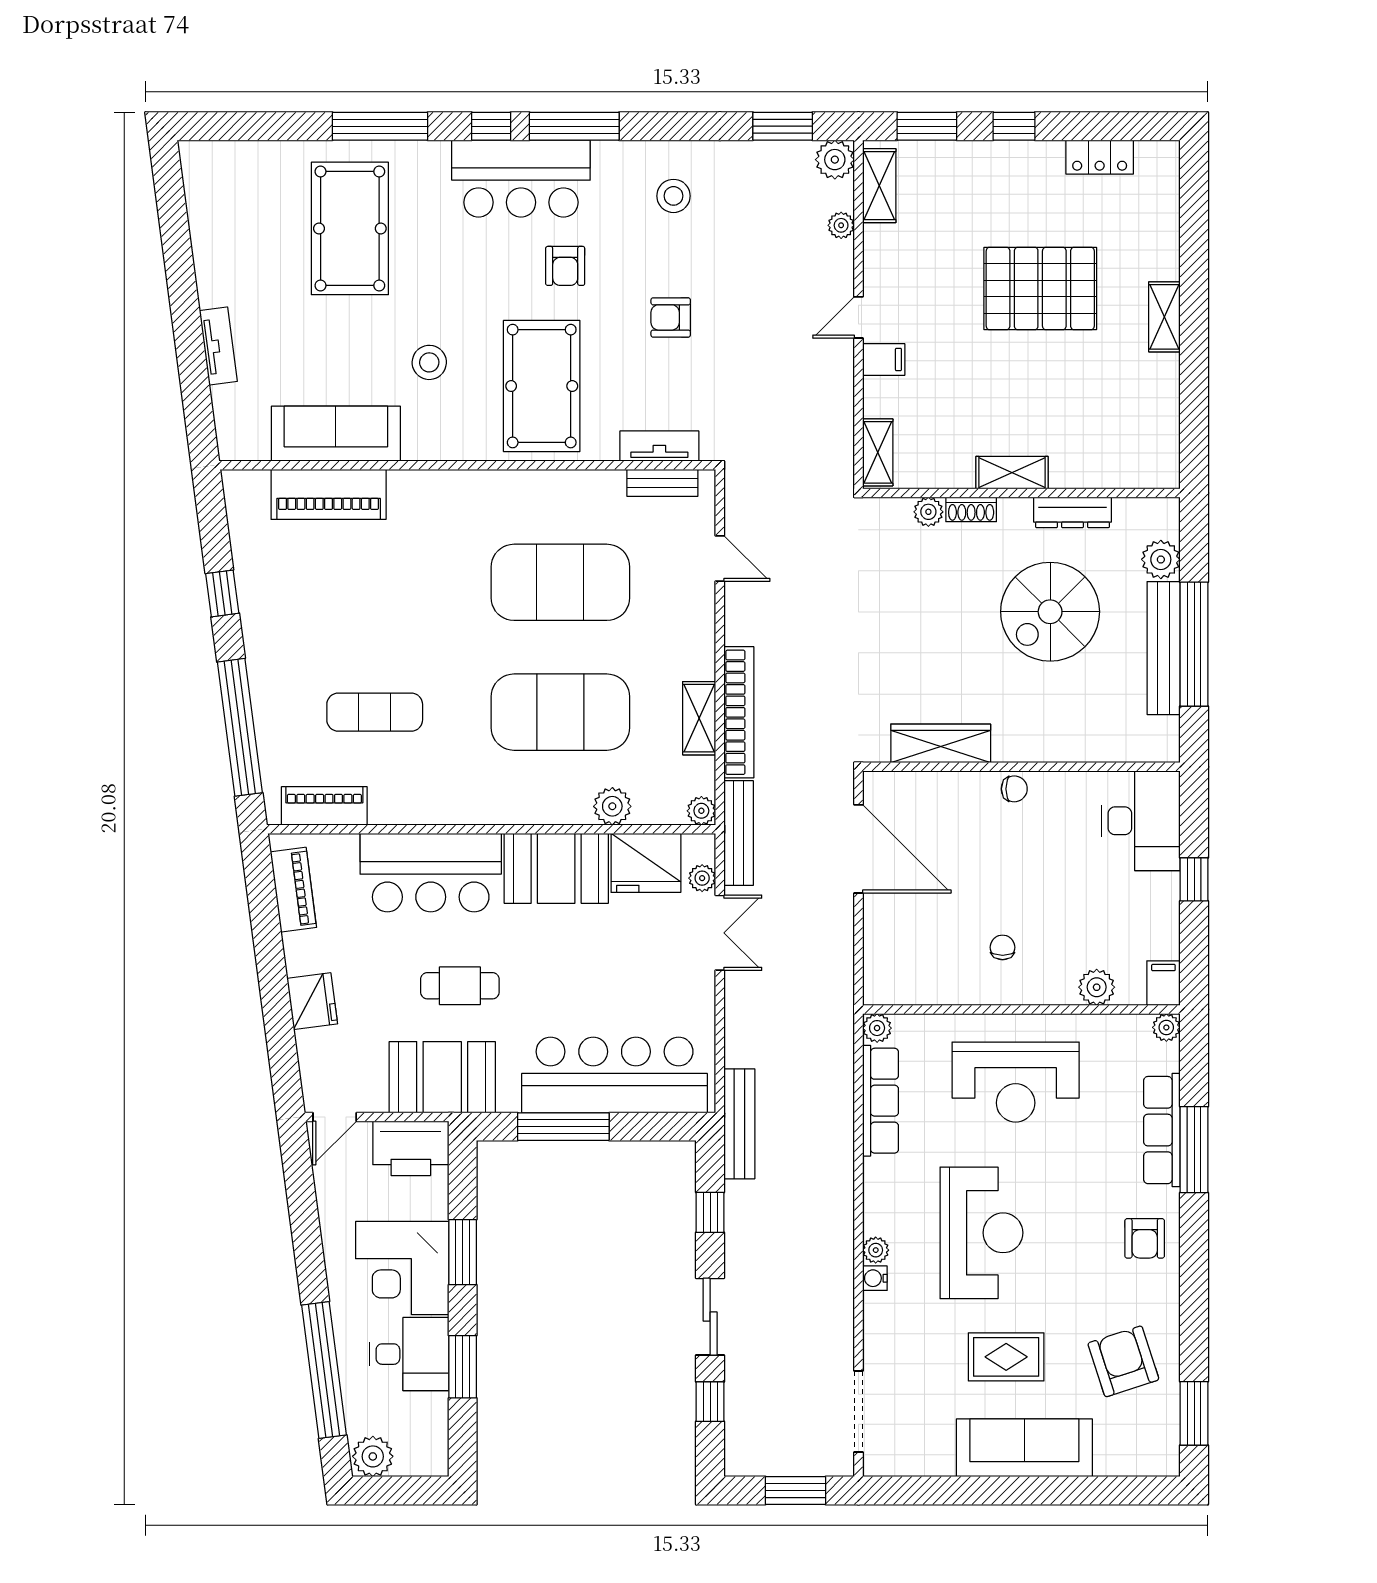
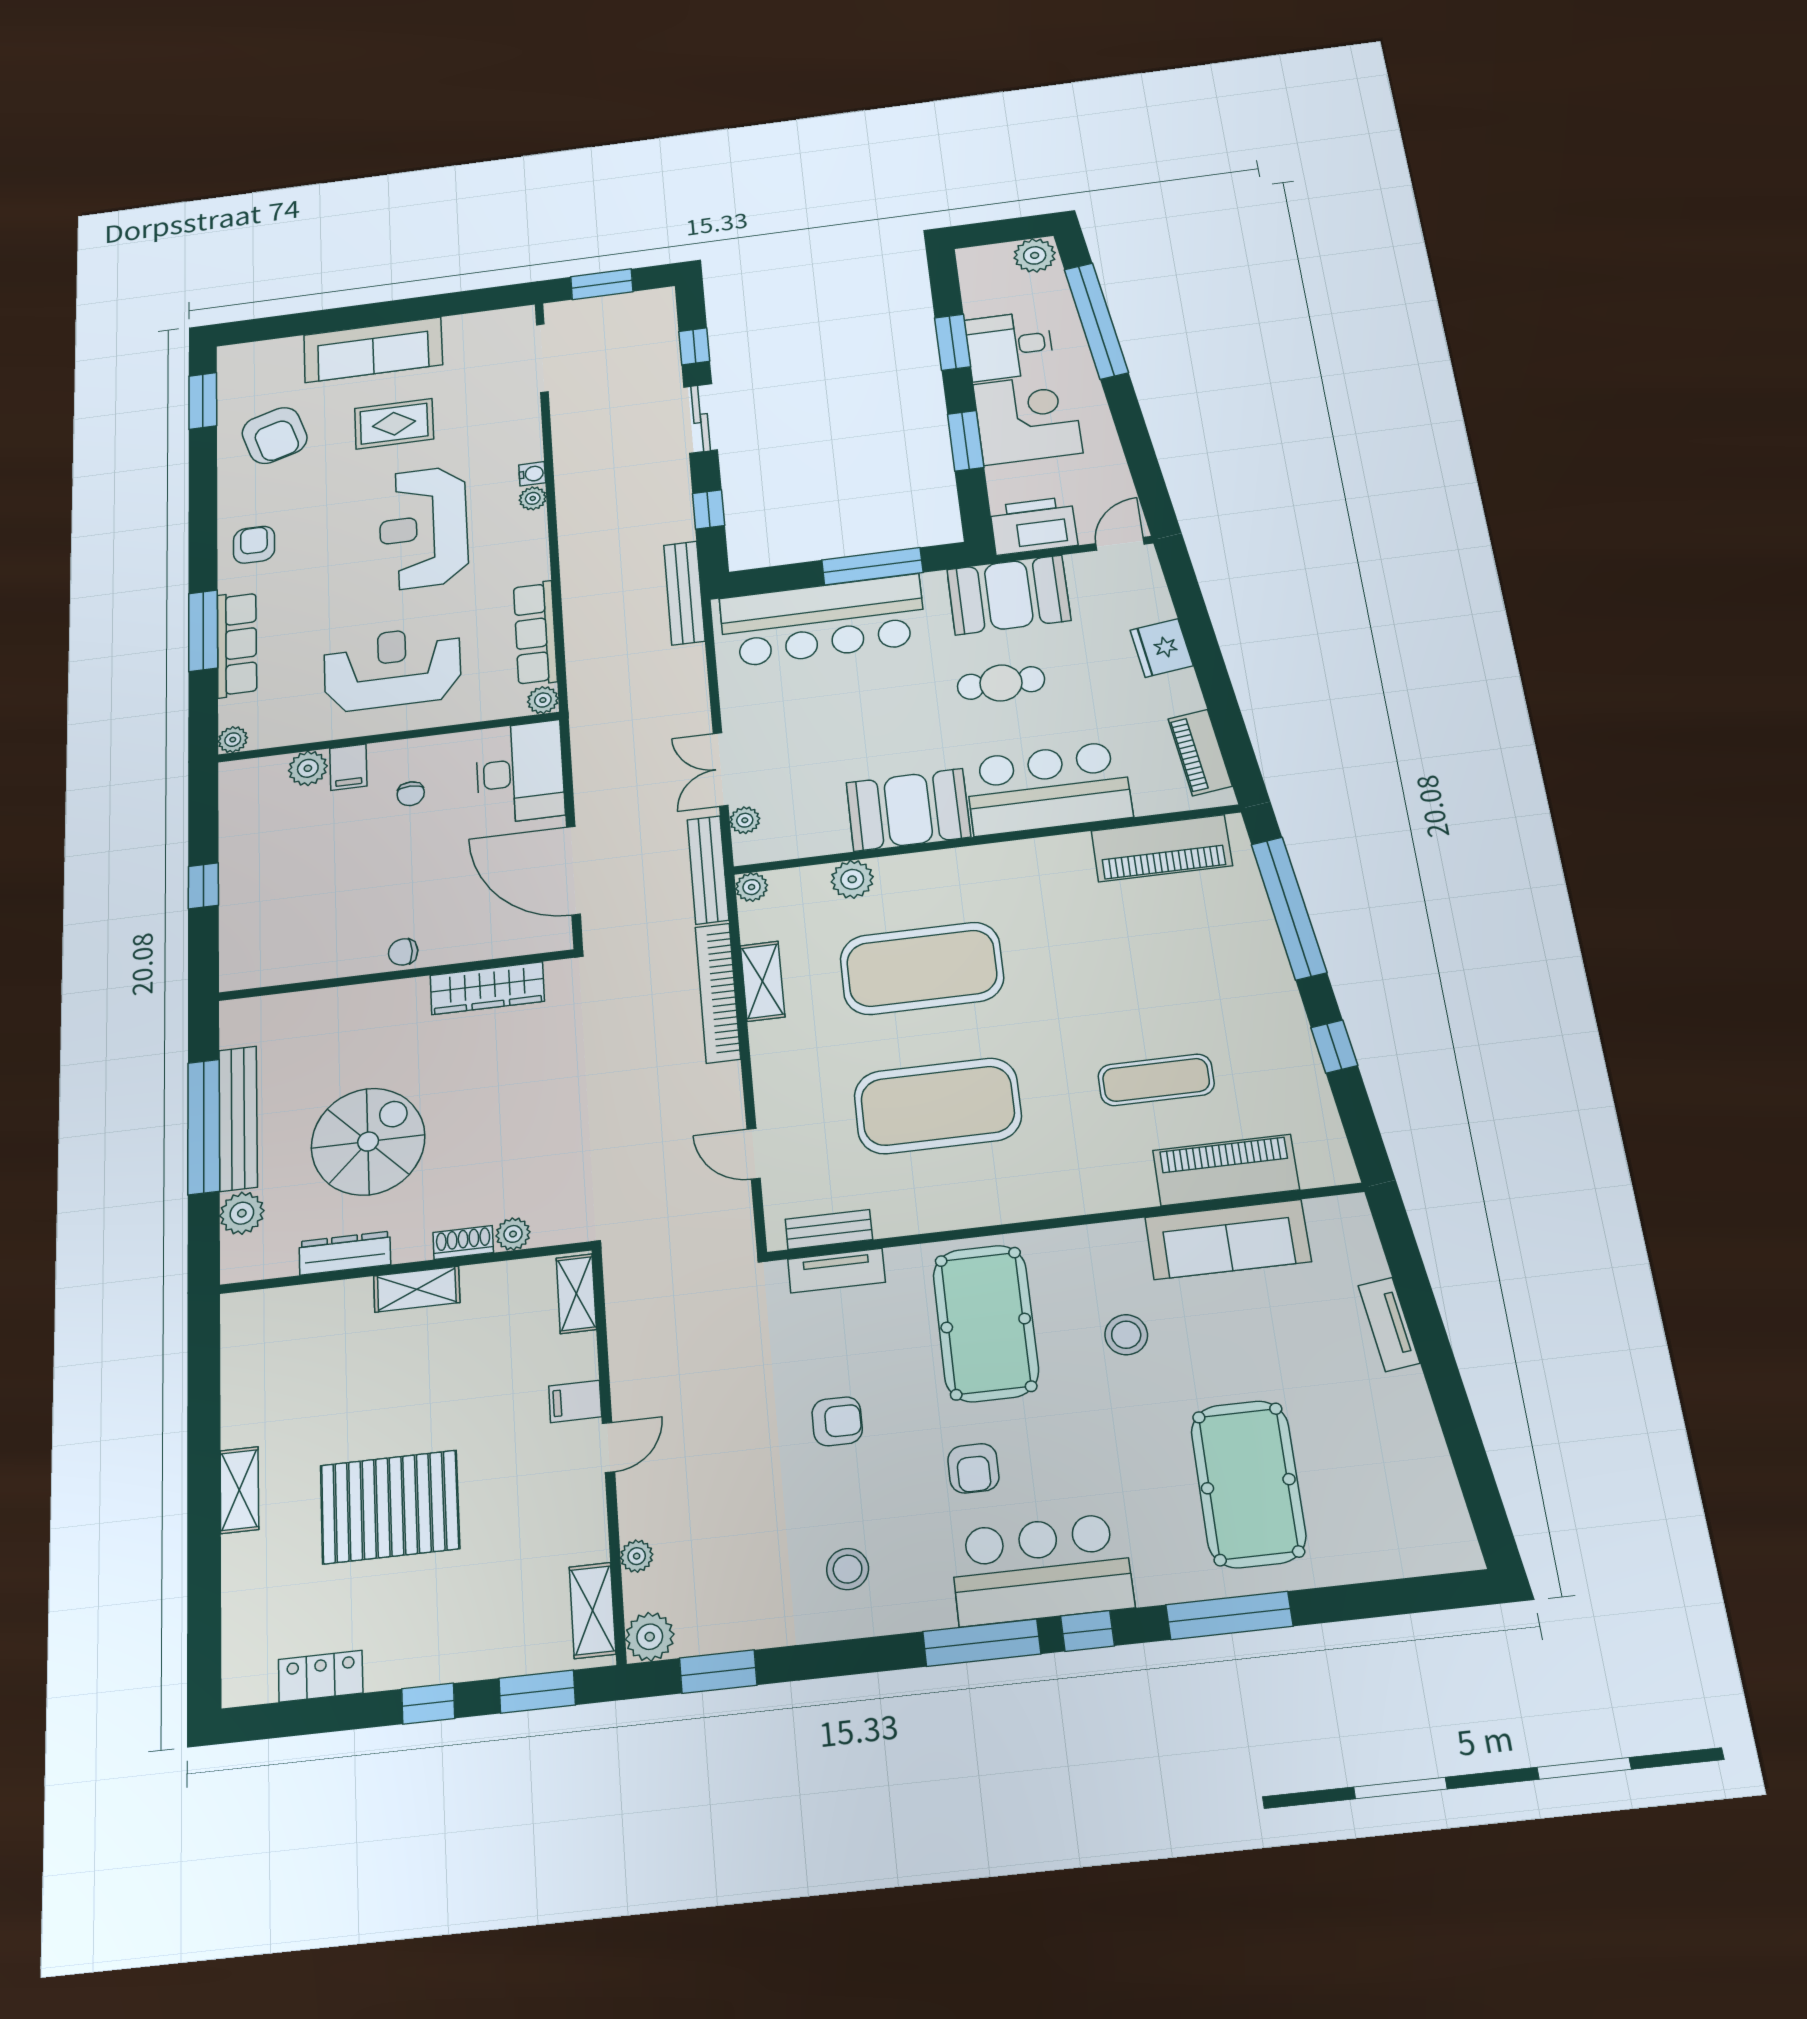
armchair: (565, 266) -> (973, 1468), turned 180
exercise mat: (375, 712) -> (1156, 1080), moved
piano: (324, 806) -> (1162, 848), width x1.37, depth x1.33
desk: (1141, 821) -> (520, 772), moved, turned 180
fridge: (646, 863) -> (809, 828), removed
filing cabinet: (1163, 983) -> (348, 767), moved

